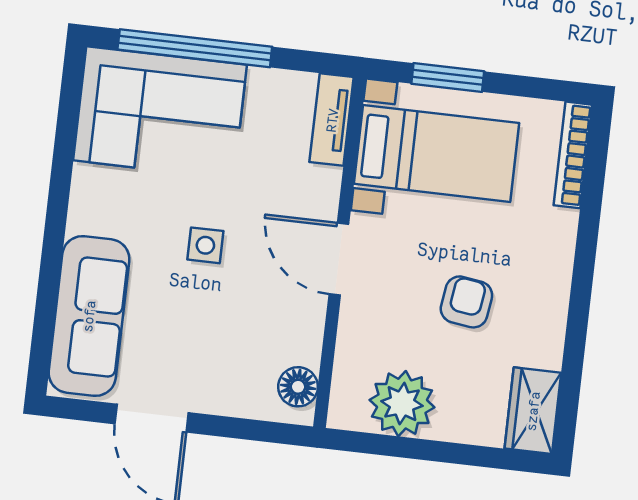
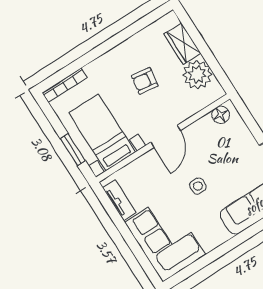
window: (195, 48) -> (133, 245), removed
tv unit: (332, 120) -> (119, 200), moved, turned -90
wardrobe: (533, 411) -> (182, 44), moved, turned 90

